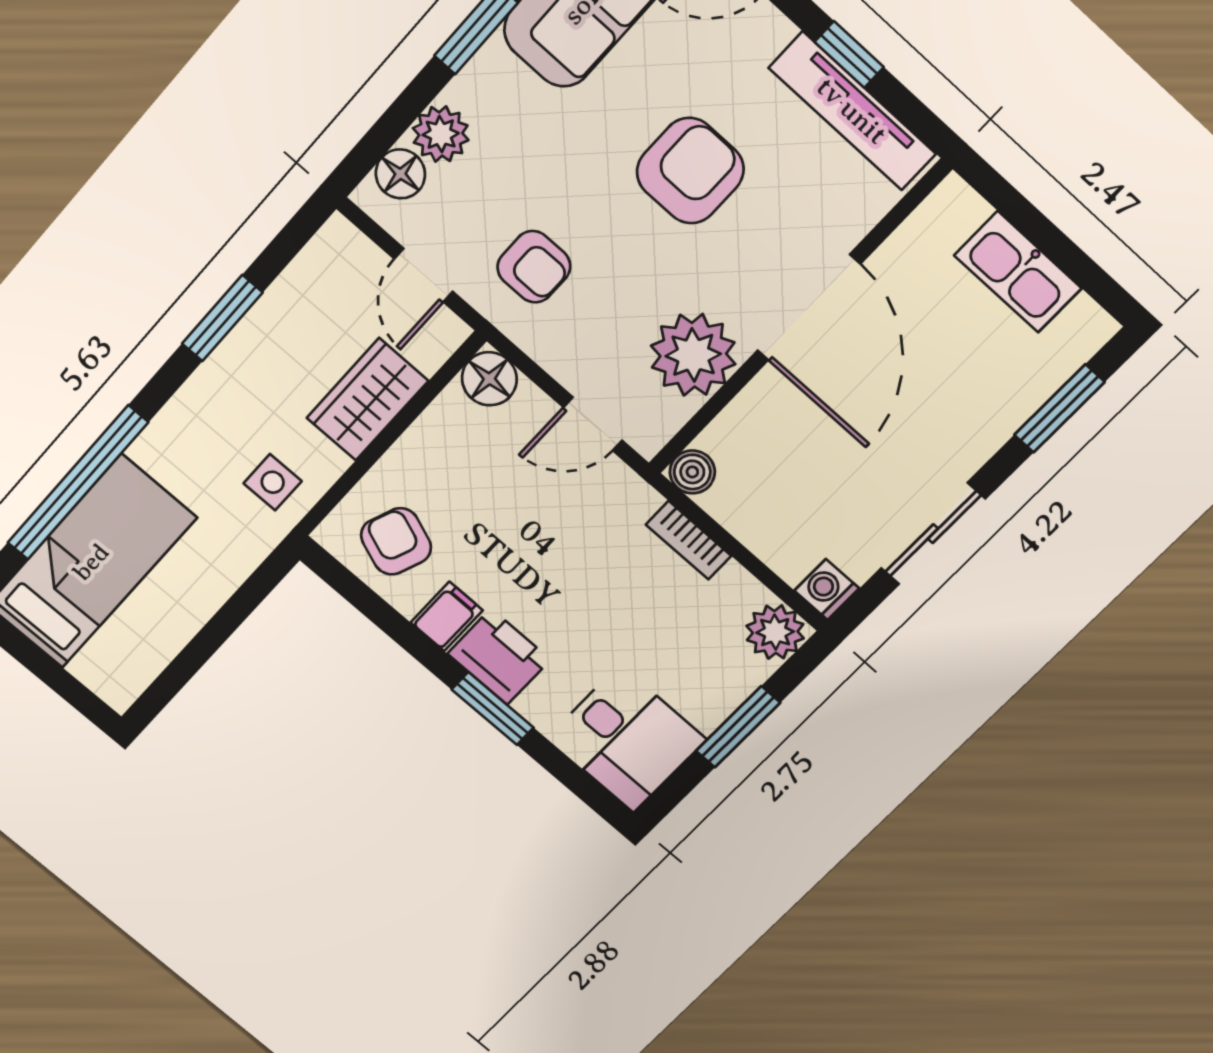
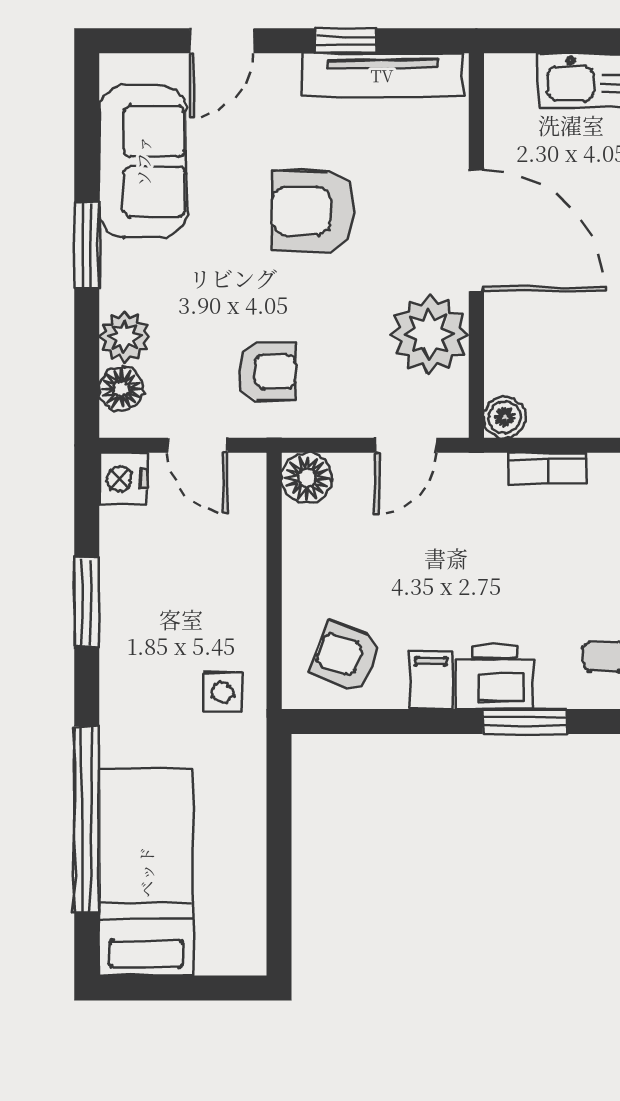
armchair: (690, 171) -> (313, 211), turned -90
nightstand: (338, 247) -> (123, 479), added
wardrobe: (367, 399) -> (236, 570), removed

